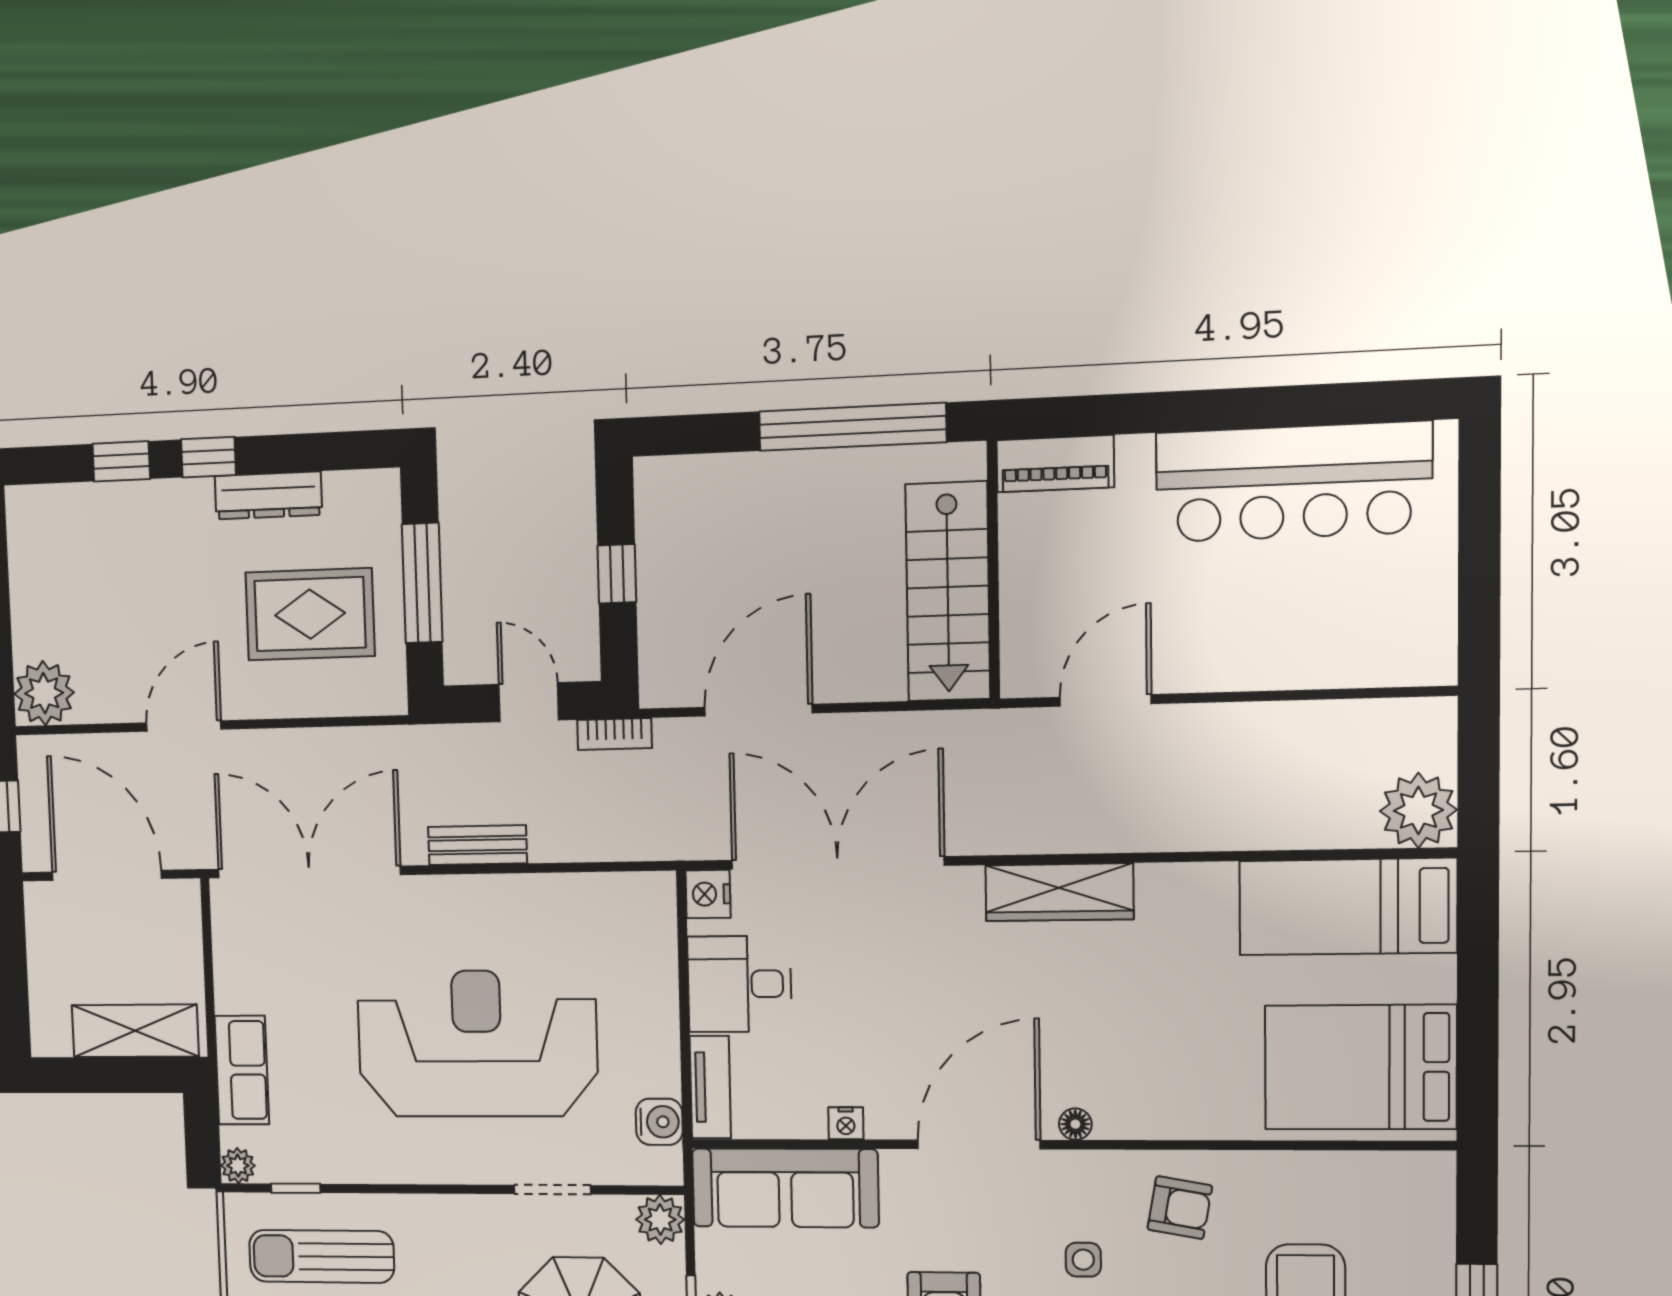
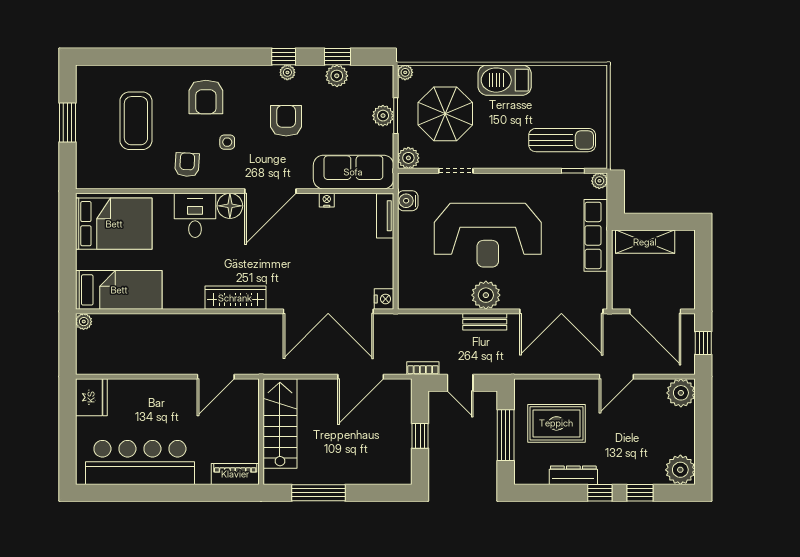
window: (852, 427) -> (319, 493), width x0.68
plant: (37, 518) -> (680, 470), added
fridge: (1417, 640) -> (91, 397), added
plant: (1418, 810) -> (84, 322), width x0.53, depth x0.53
plant: (477, 906) -> (486, 295), added
desk: (739, 984) -> (195, 215), moved, turned -90
row of seats: (242, 1070) -> (596, 235), width x1.48
floor lamp: (1075, 1124) -> (230, 206), width x1.89, depth x1.89
armchair: (1180, 1208) -> (187, 165), turned 83

